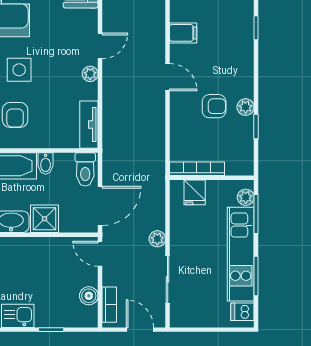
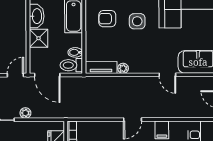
door: (100, 46) -> (167, 75), moved
plant: (90, 74) -> (123, 68), moved
bidet: (46, 163) -> (75, 52), moved

